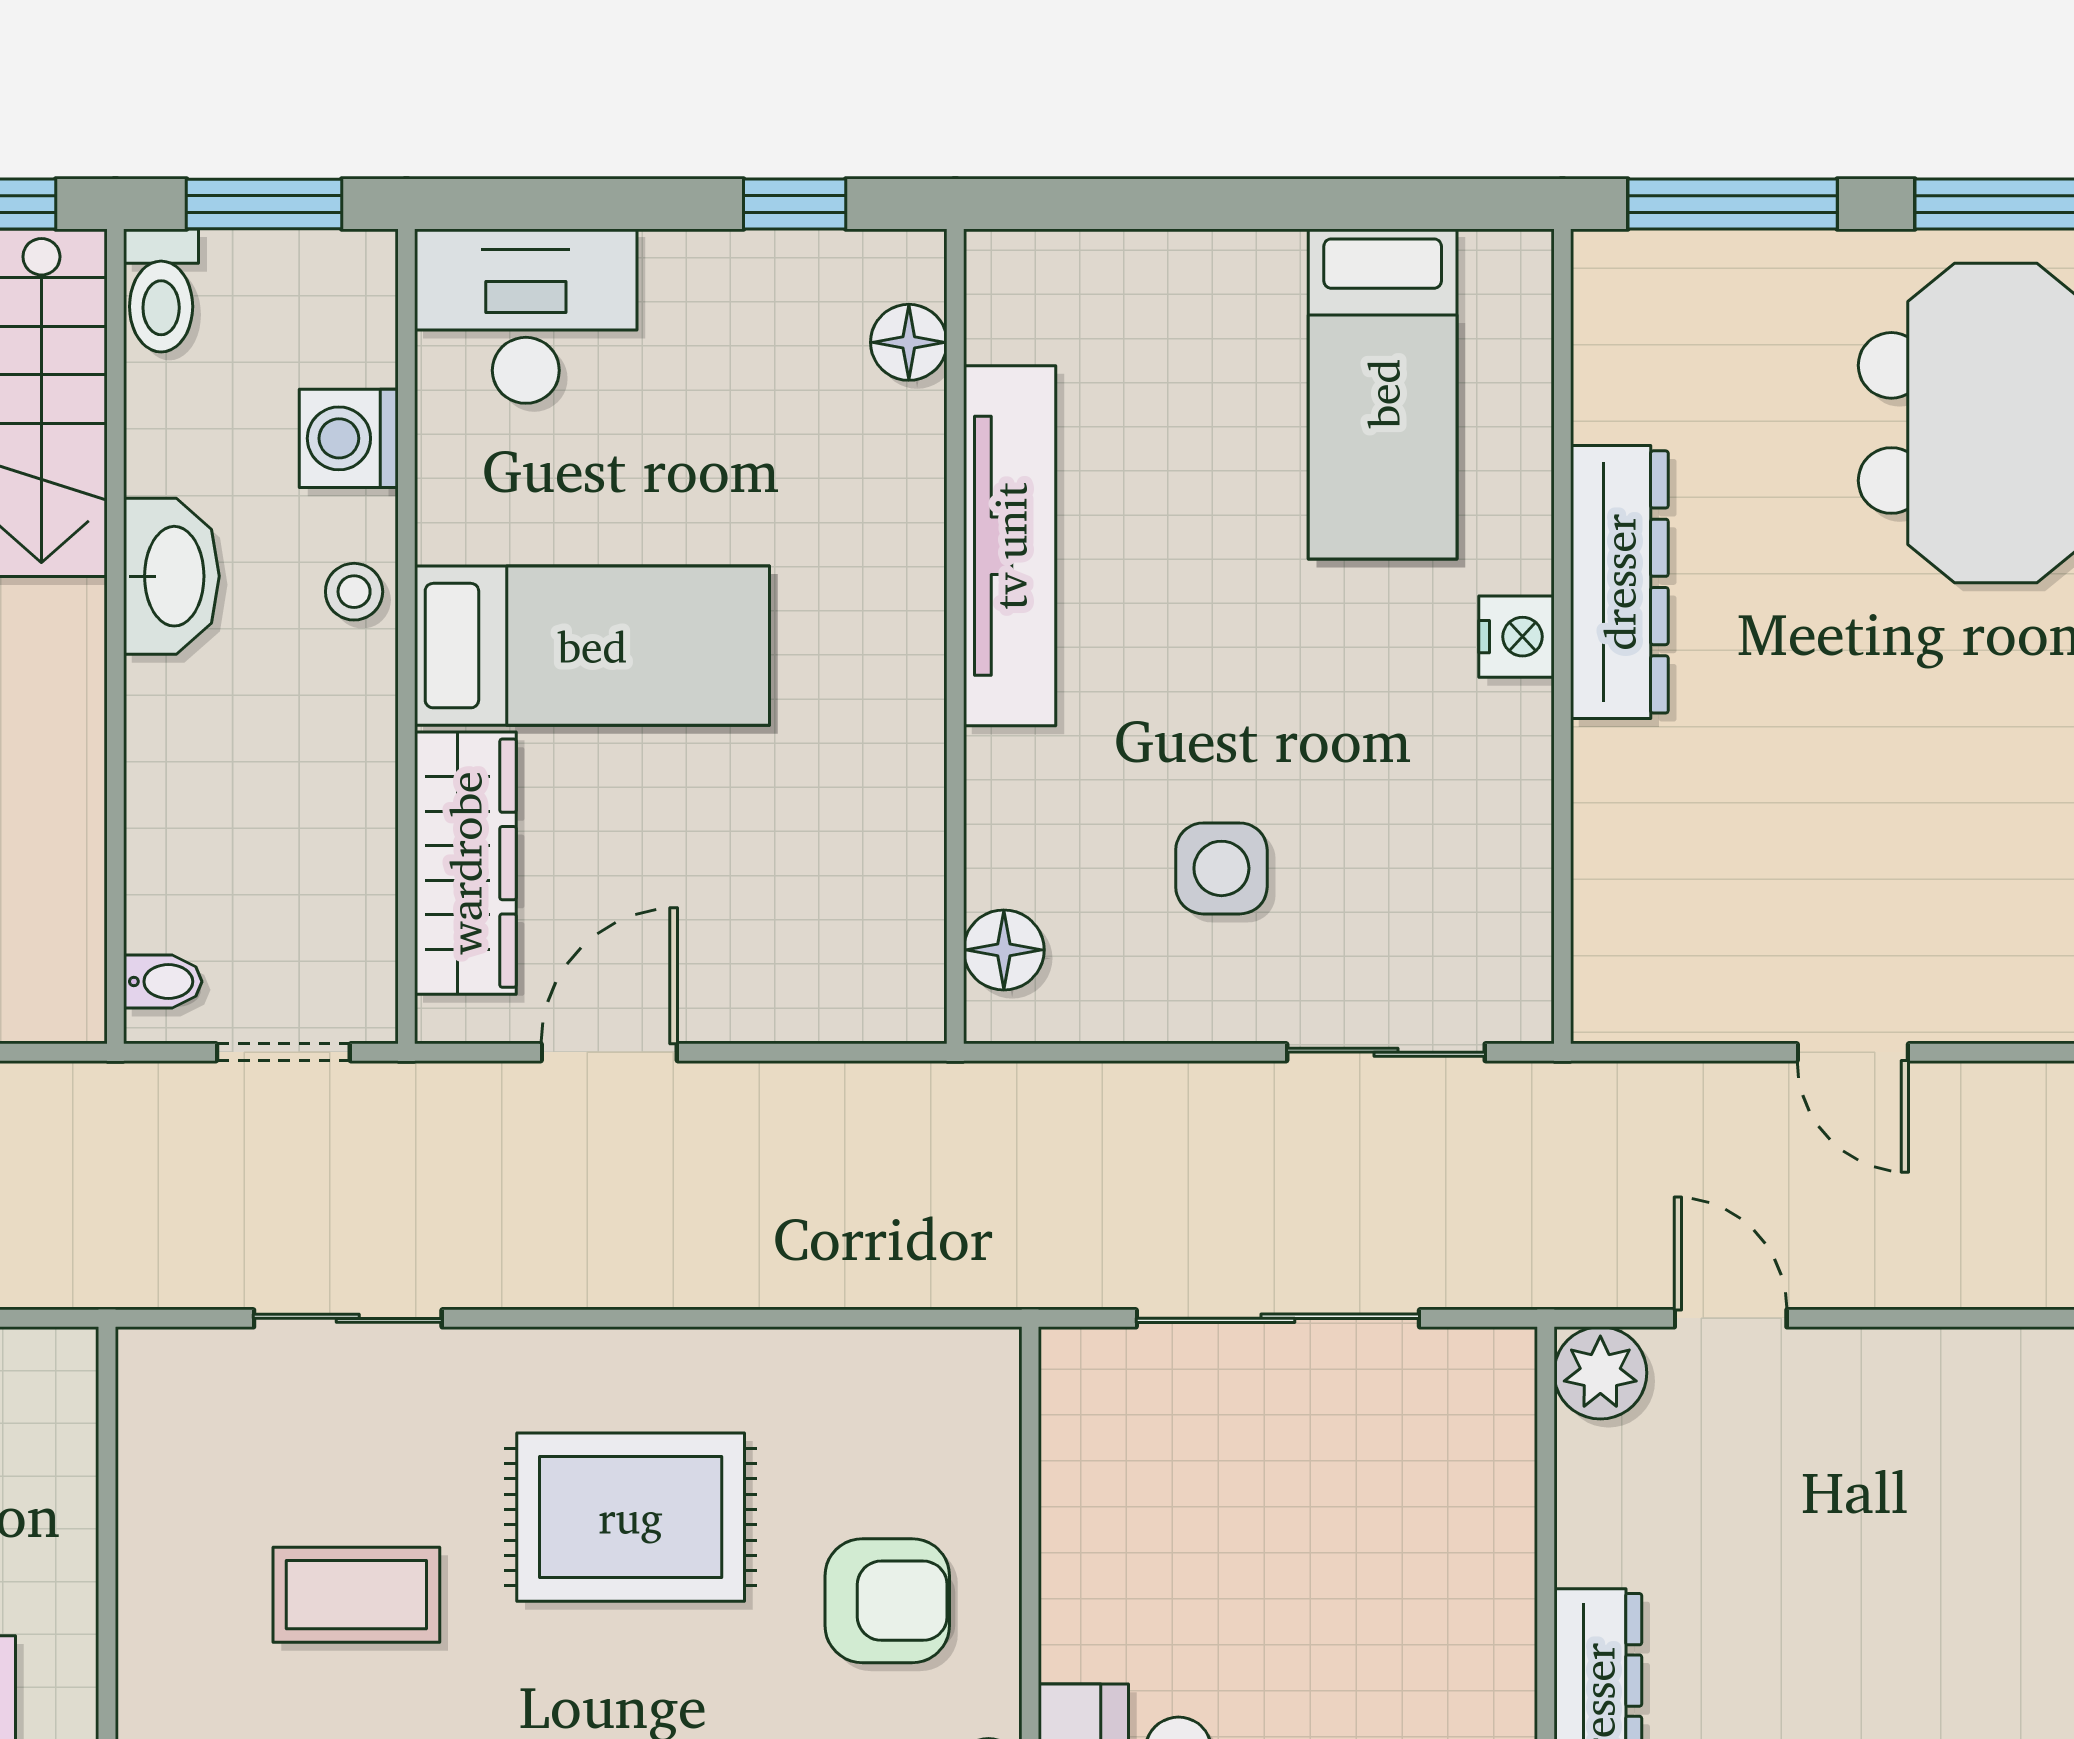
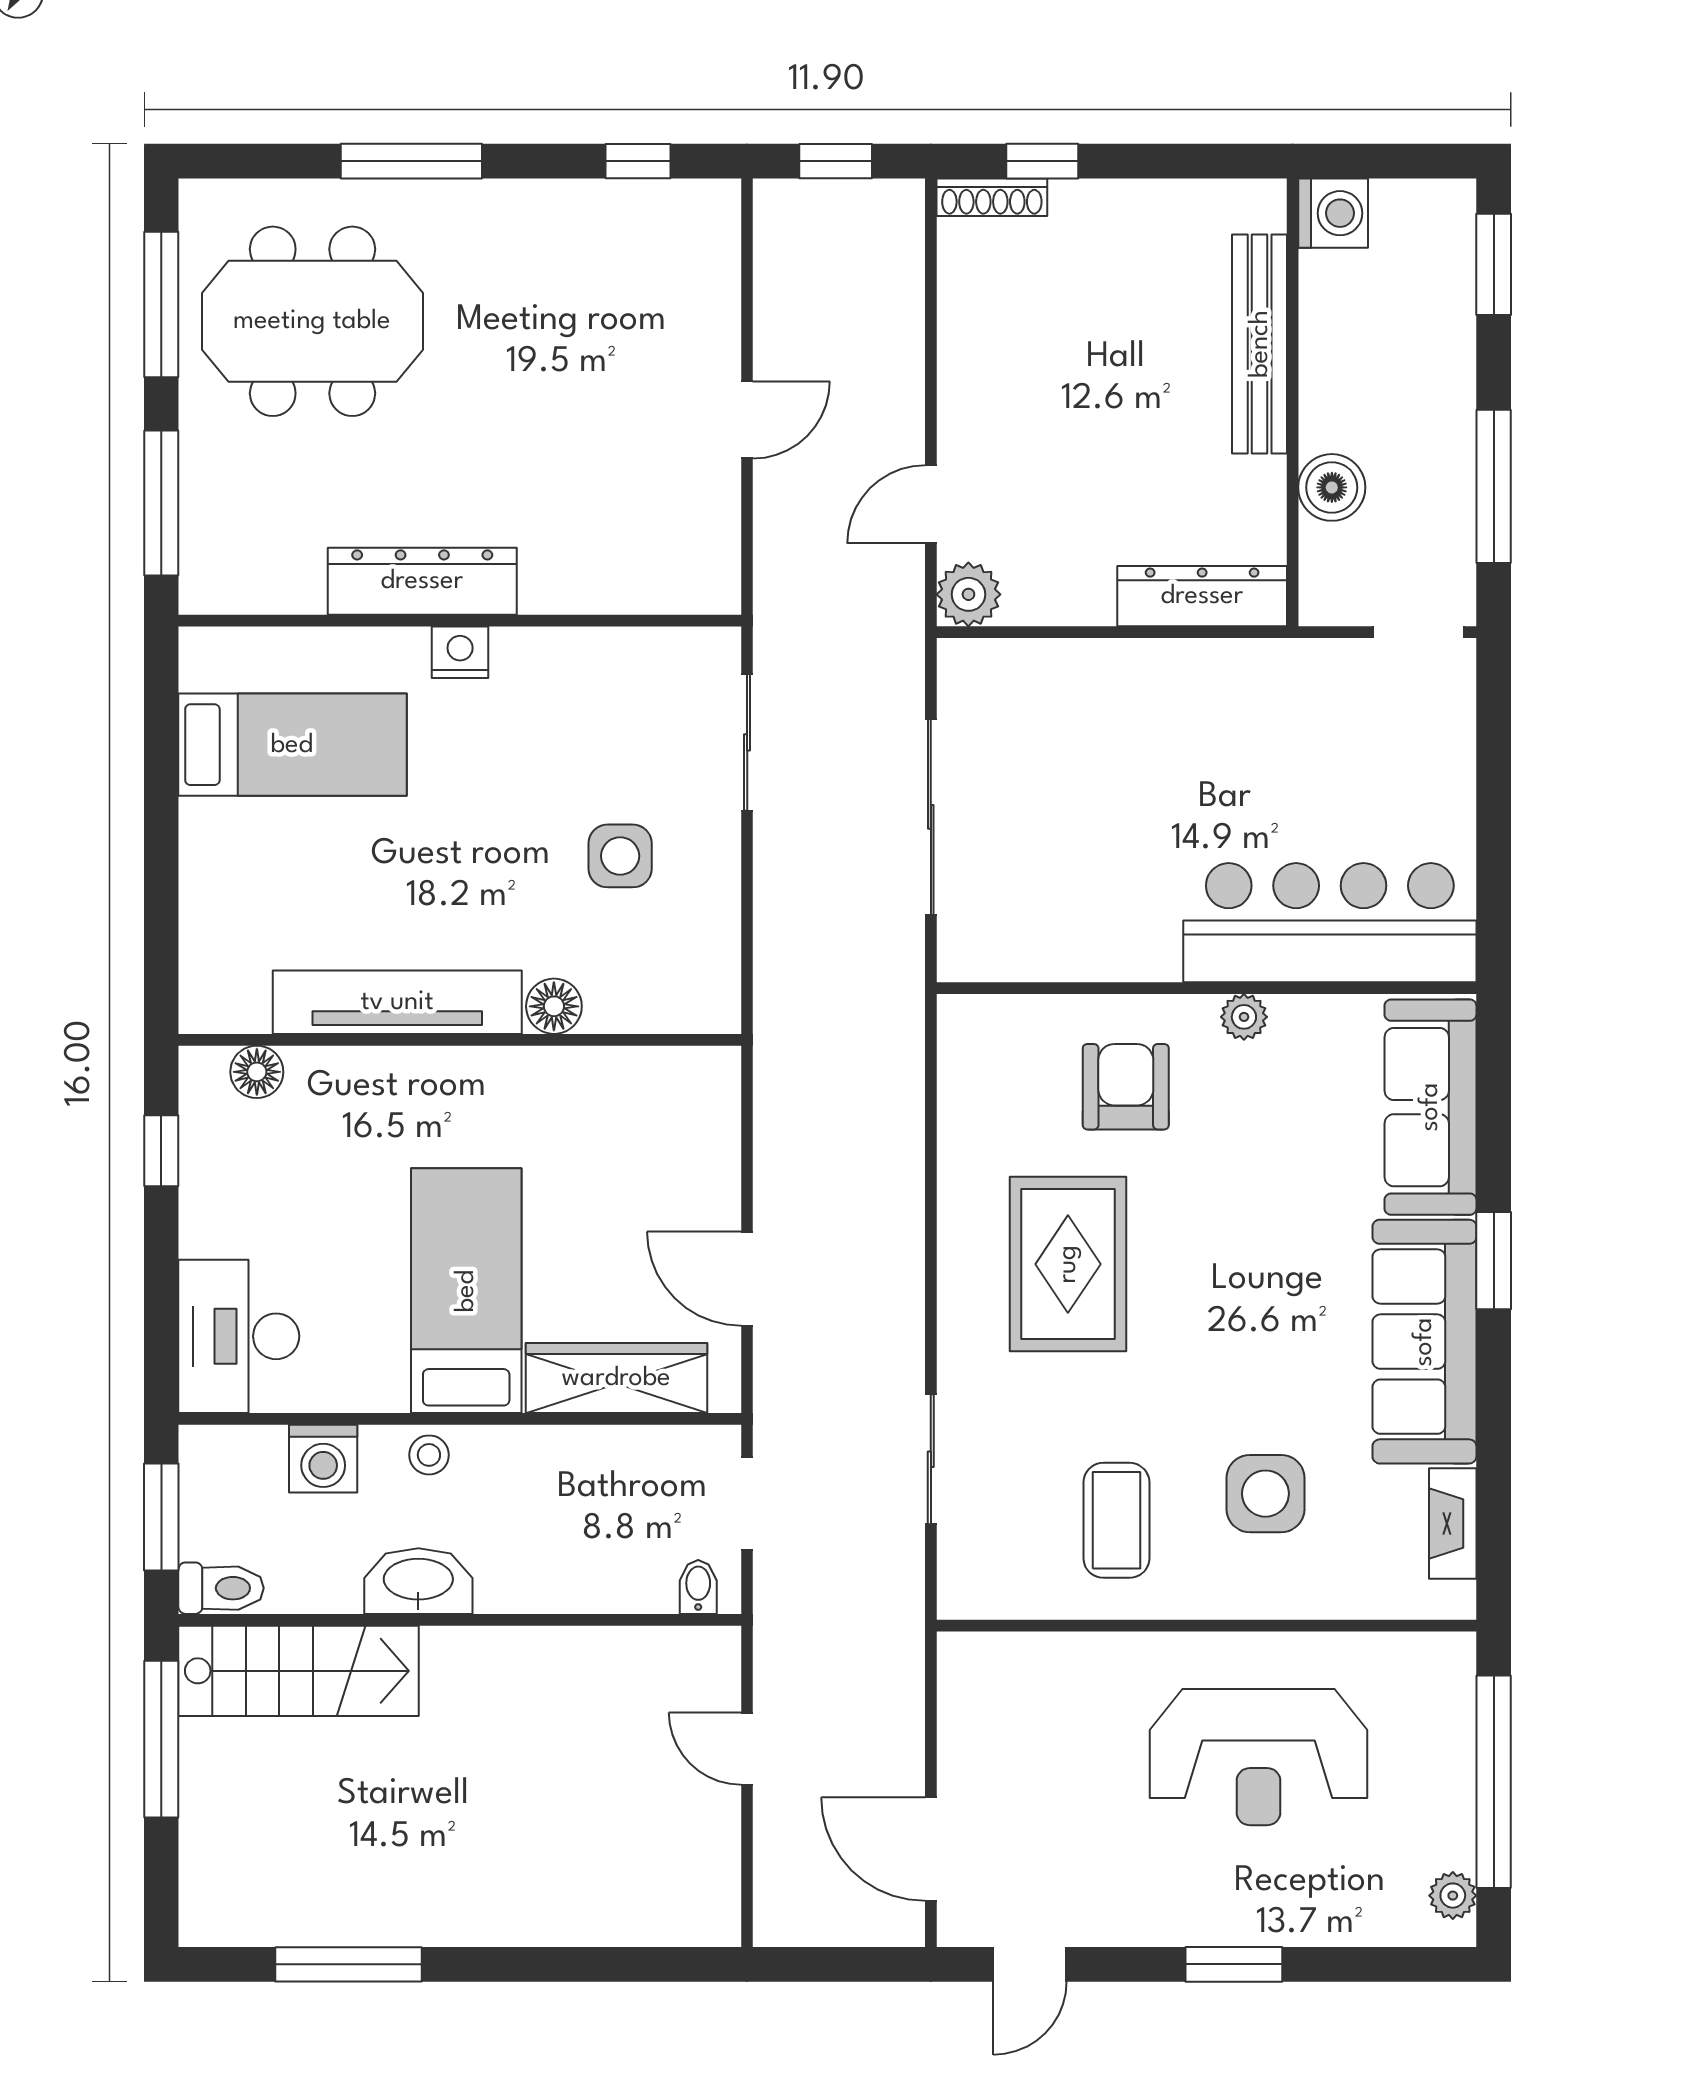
floor lamp: (1004, 950) -> (554, 1006), moved
coffee table: (356, 1595) -> (1116, 1520), moved

